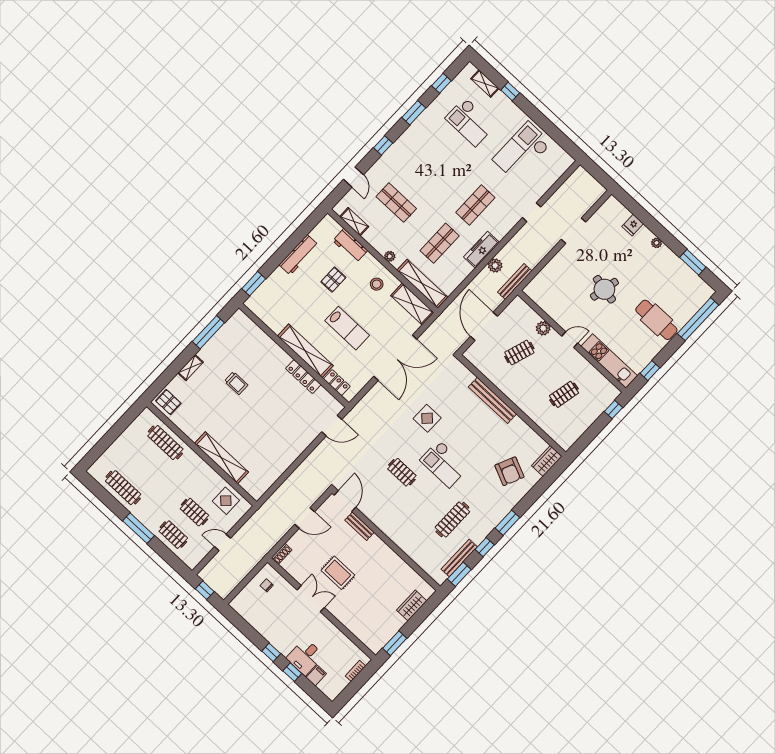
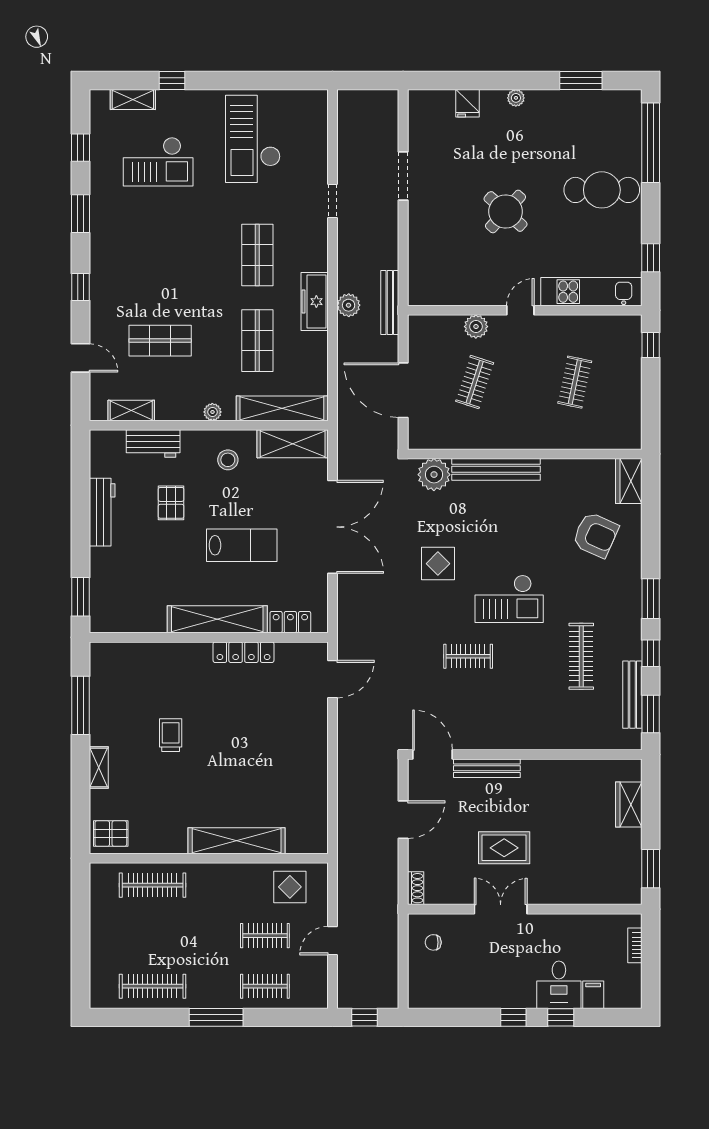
round table: (604, 289) -> (506, 211), turned 30
plant: (463, 377) -> (434, 475), added
trolley: (236, 383) -> (171, 735), turned -90
bench: (359, 526) -> (487, 768), width x1.36

